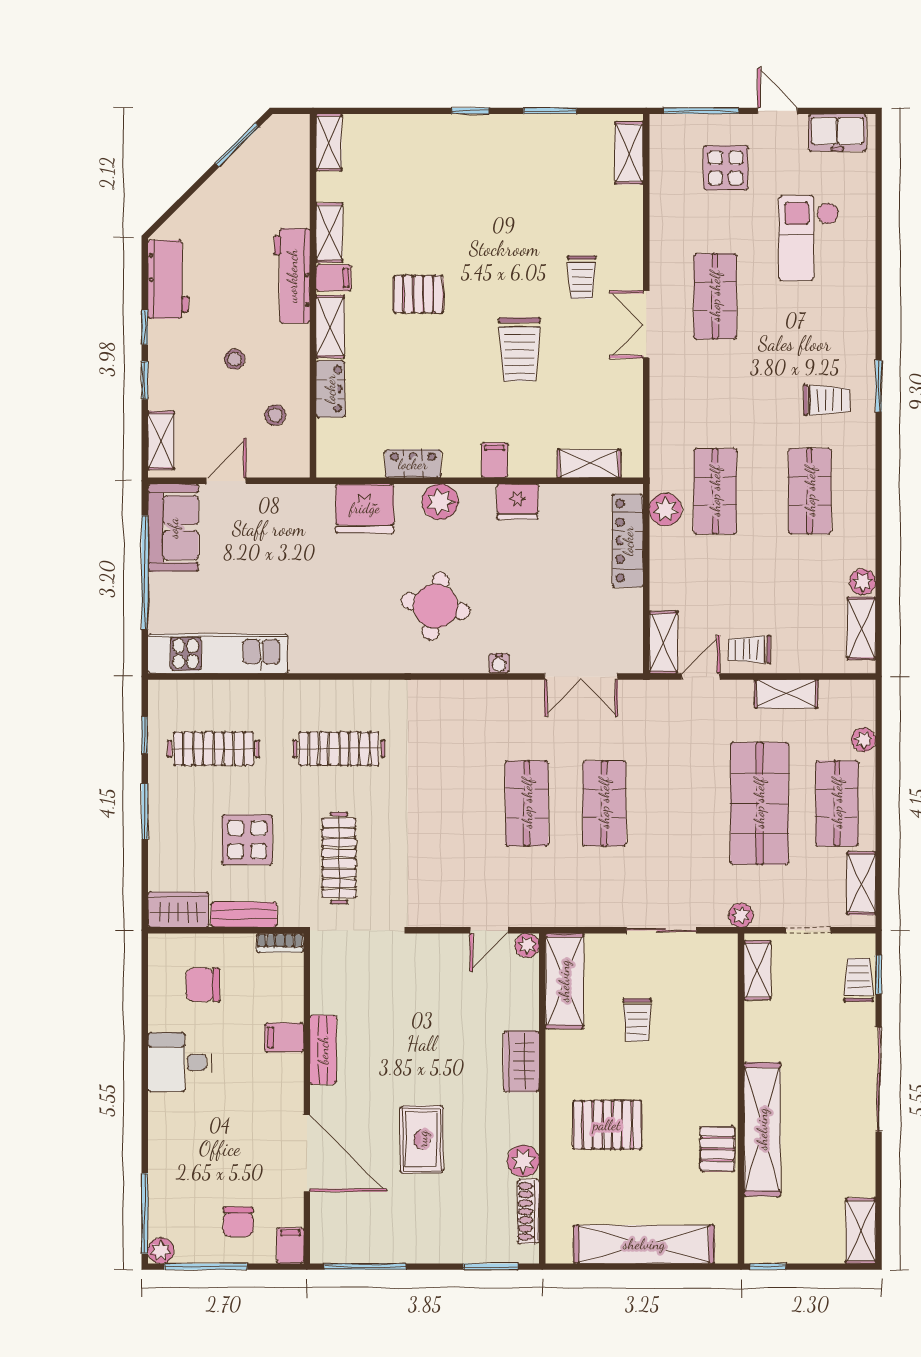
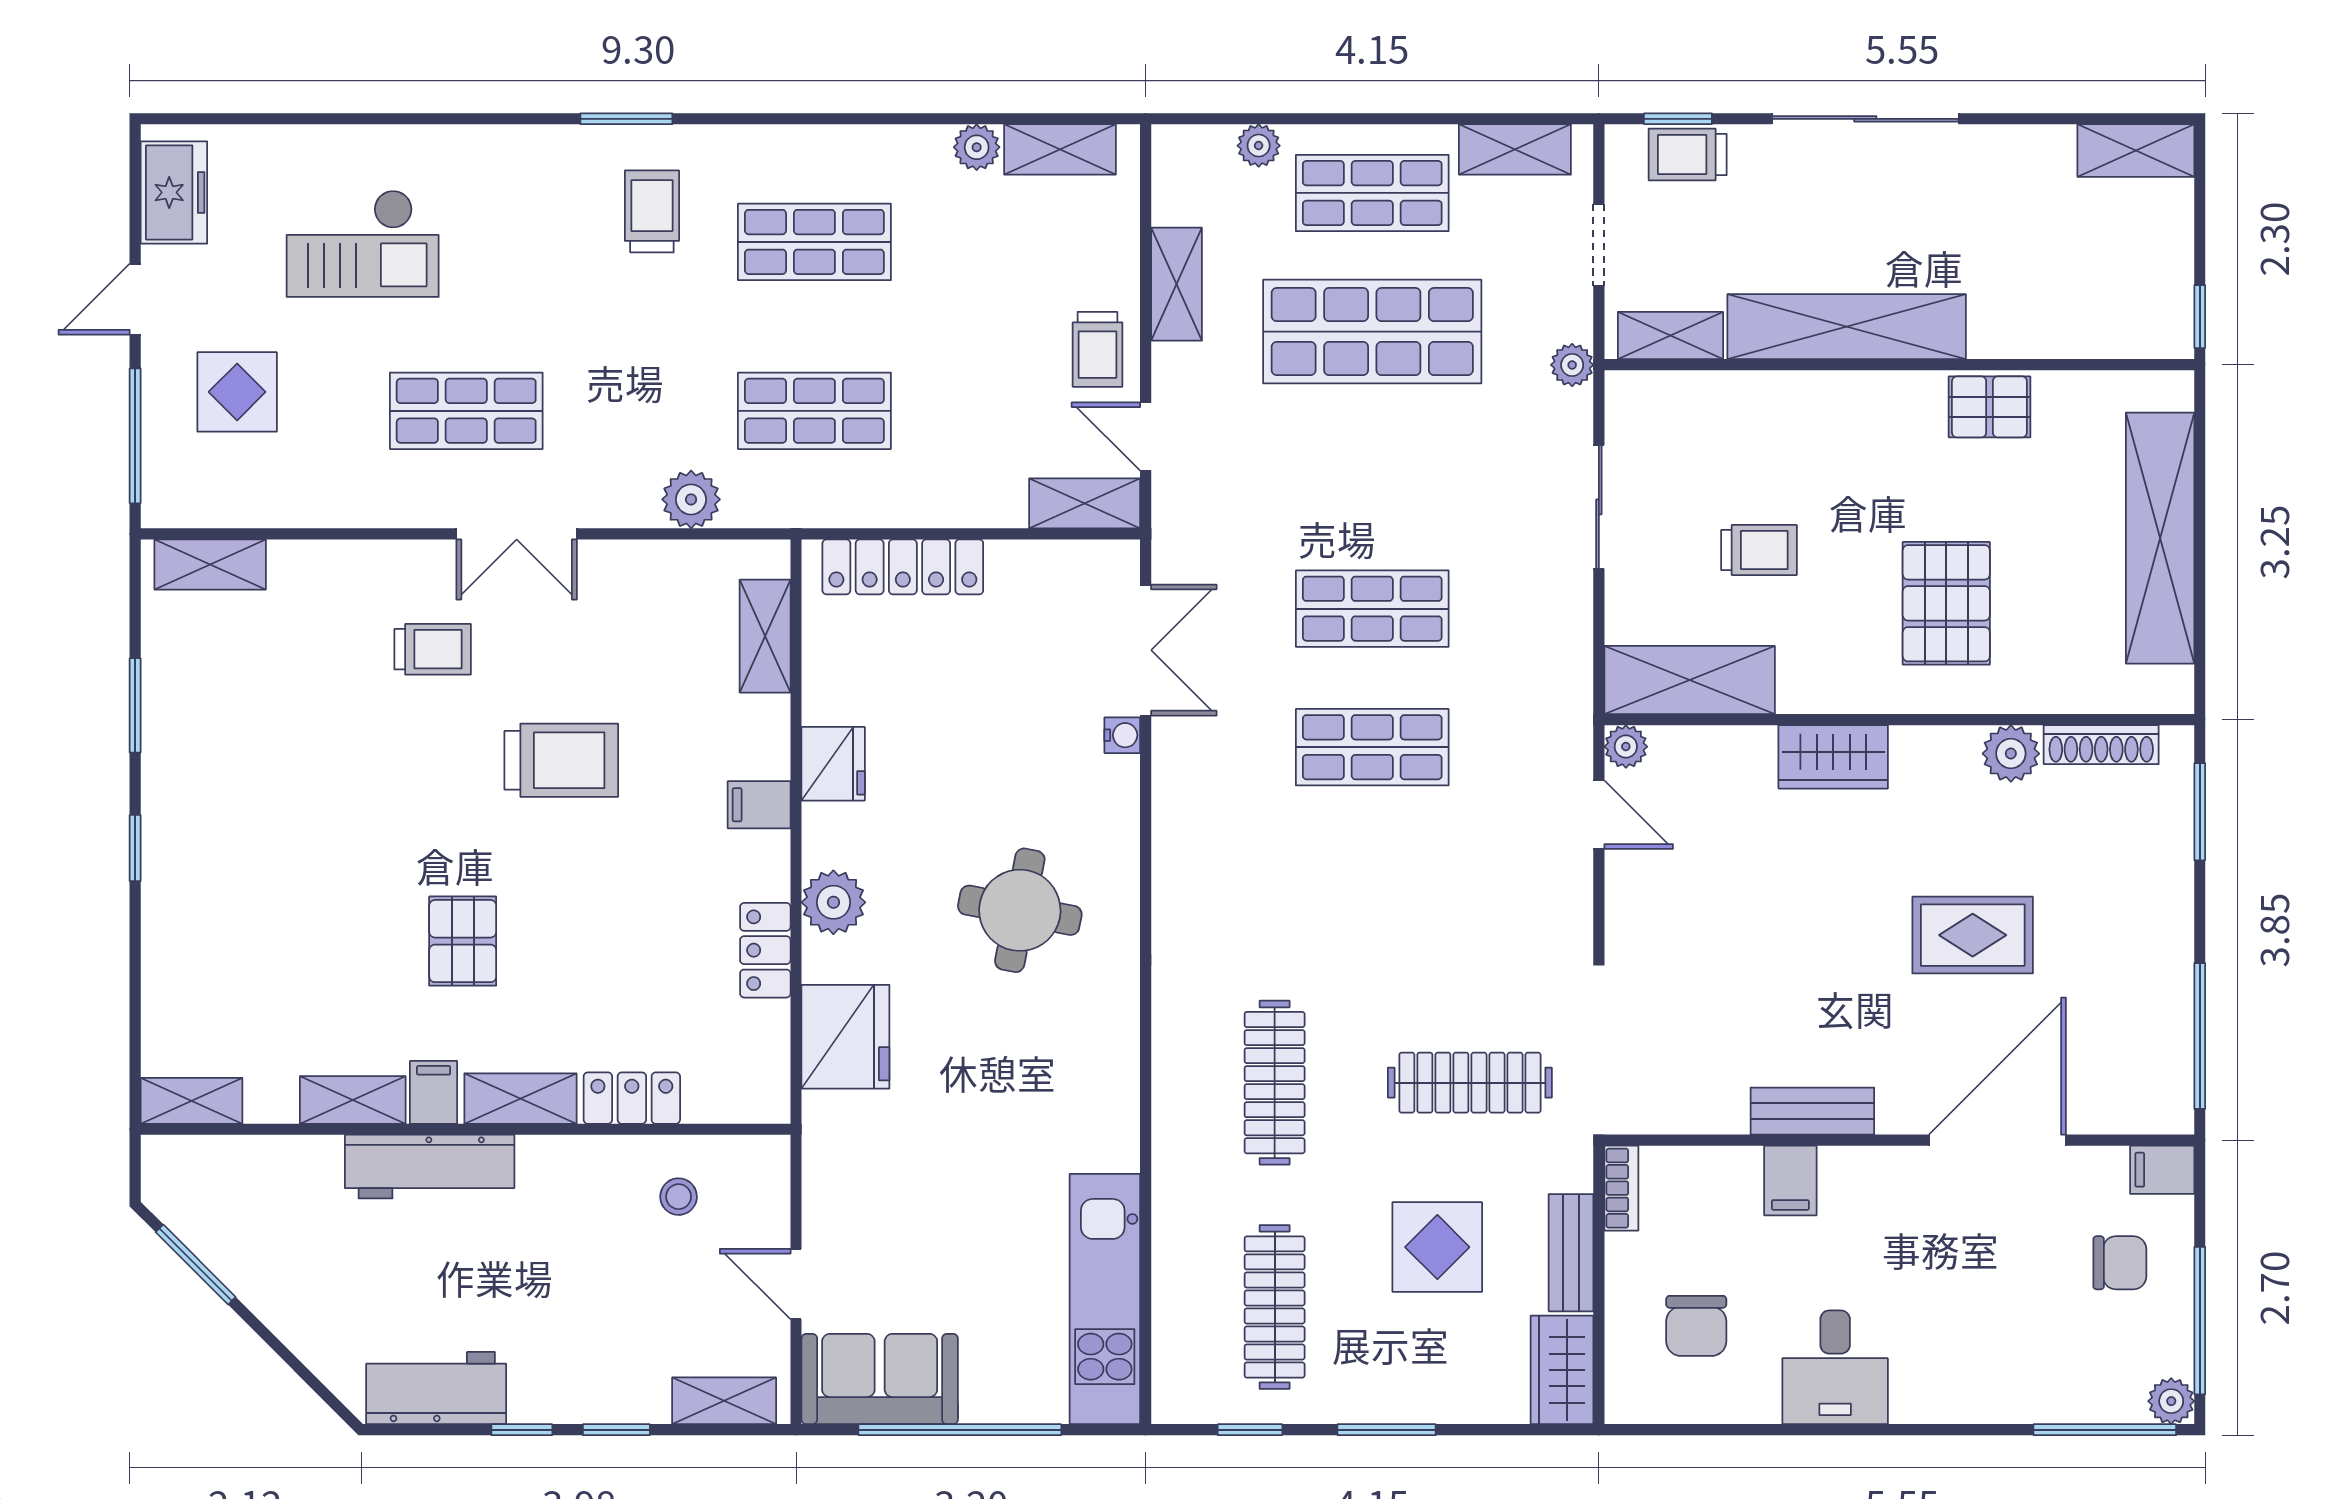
stool: (235, 359) -> (579, 1269), removed
plant: (666, 510) -> (691, 499), moved
water cooler: (499, 663) -> (1122, 735), moved
shelving: (762, 1129) -> (1847, 327), moved

